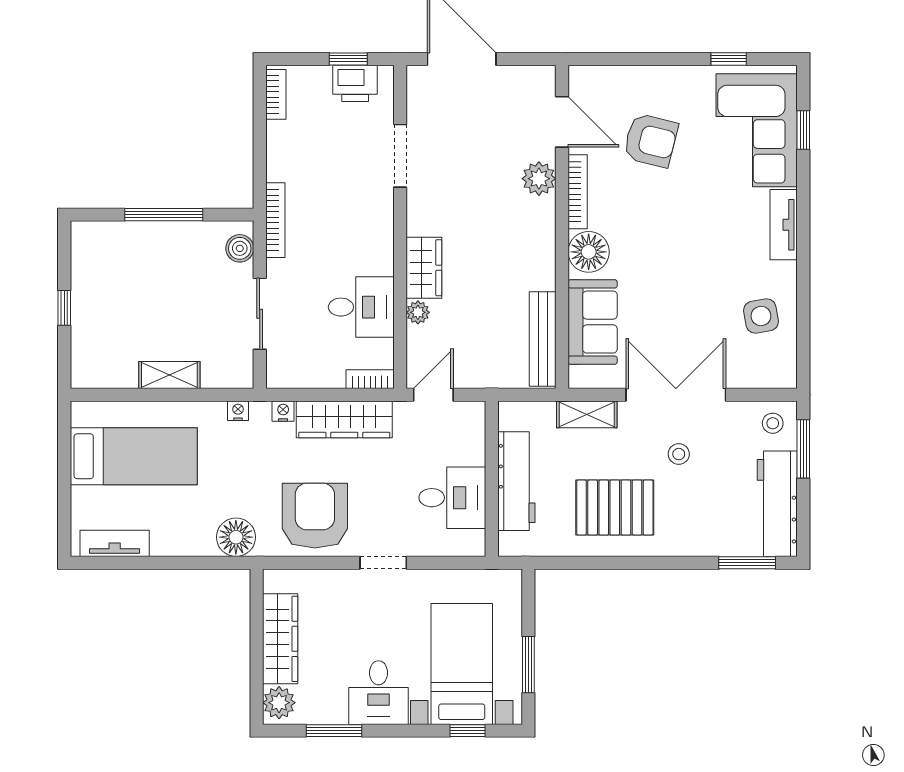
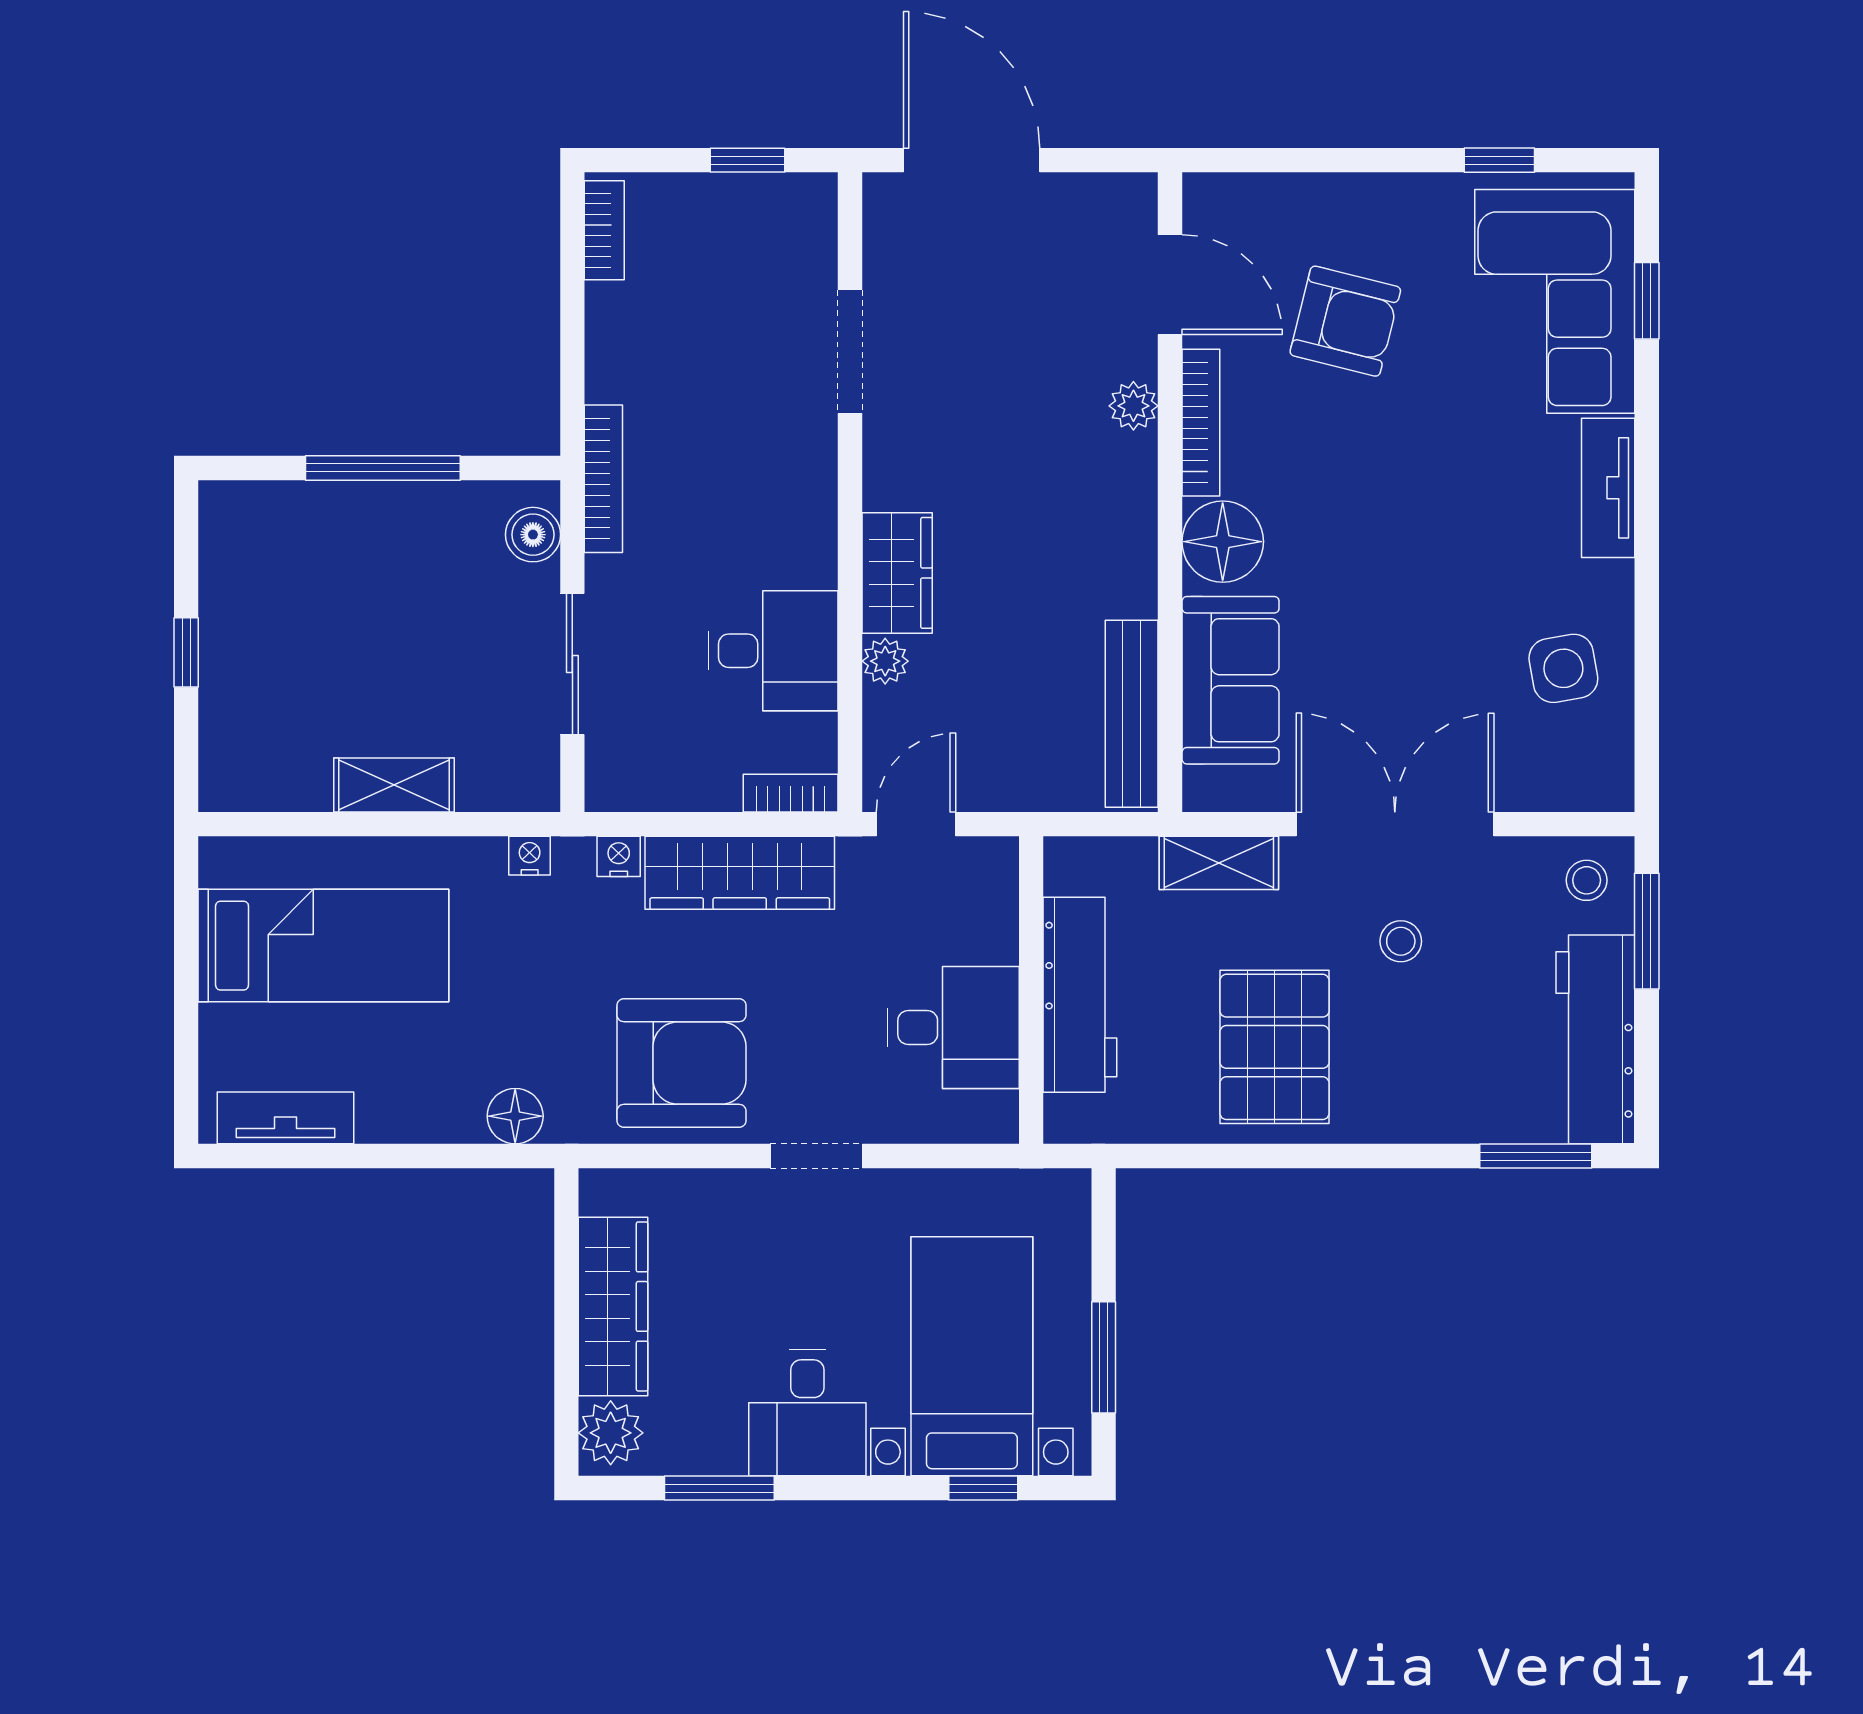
printer: (355, 83) -> (761, 208), removed
plant: (539, 179) -> (1133, 406), width x0.73, depth x0.73
pallet: (615, 507) -> (1274, 1047), turned 90
armchair: (315, 516) -> (681, 1063), turned 90
floor lamp: (236, 537) -> (515, 1116), width x0.73, depth x0.73

